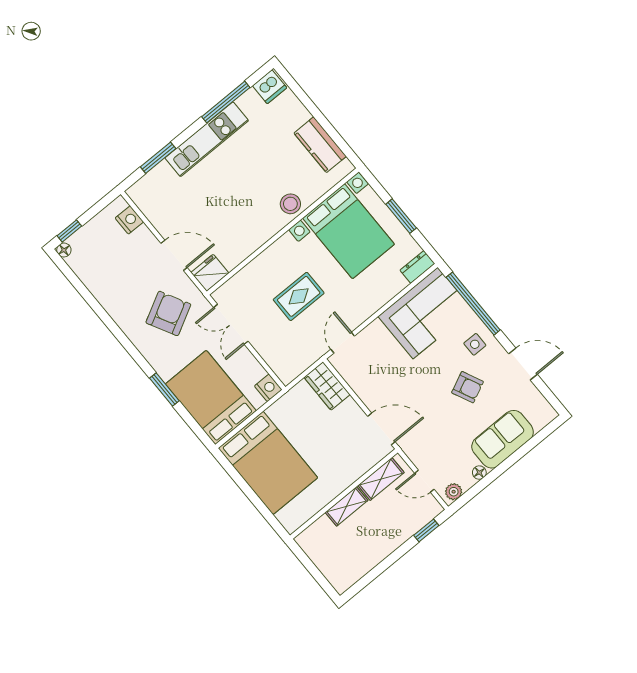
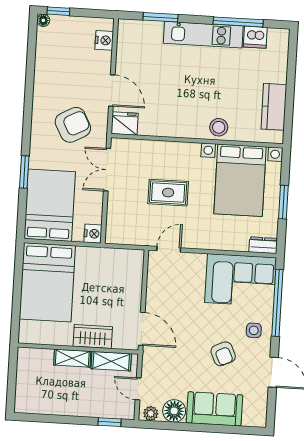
dishwasher: (270, 87) -> (255, 37), moved
wardrobe: (327, 386) -> (93, 337), moved, turned 90
floor lamp: (479, 473) -> (174, 411), width x1.89, depth x1.89

